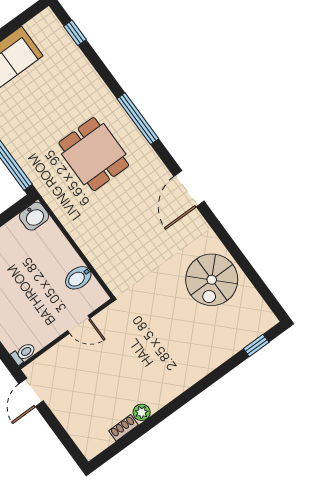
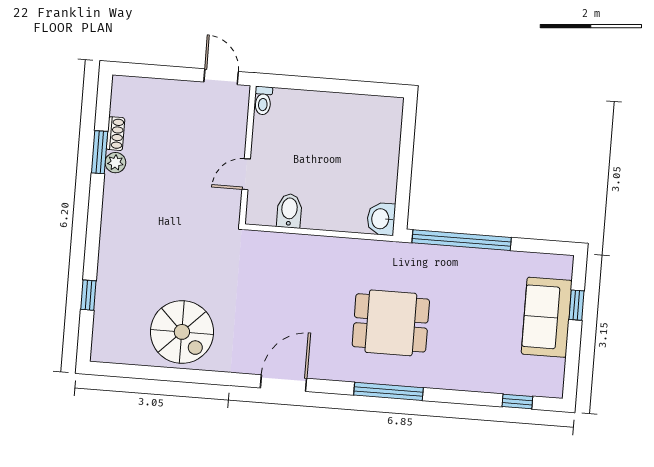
door: (189, 189) -> (284, 383), hinge flipped
spiral stairs: (212, 280) -> (182, 332), turned 180
window: (256, 345) -> (88, 295), moved
window: (144, 428) -> (100, 152), added

